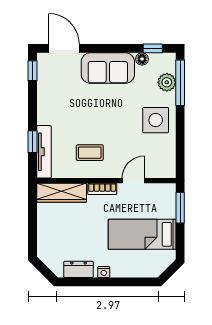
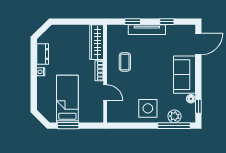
window: (33, 71) -> (167, 22), moved
tv unit: (44, 152) -> (147, 30), moved
window: (180, 208) -> (68, 126), moved

